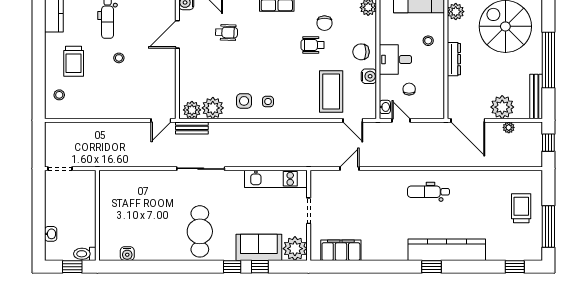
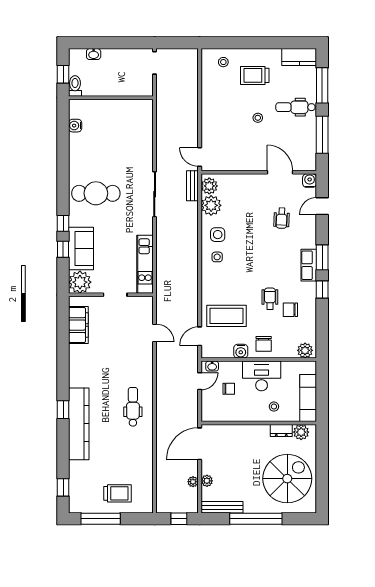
chair: (361, 52) -> (264, 344), turned 180
desk: (395, 59) -> (262, 376), width x1.37
dresser: (454, 59) -> (281, 430), moved, width x0.70
plant: (502, 107) -> (207, 481), width x0.53, depth x0.53

